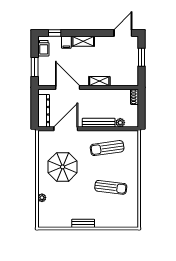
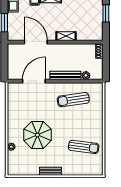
dresser: (44, 111) -> (13, 64), removed
parasol: (63, 167) -> (37, 135), moved
sun lounger: (111, 187) -> (84, 147), moved

